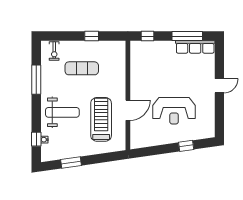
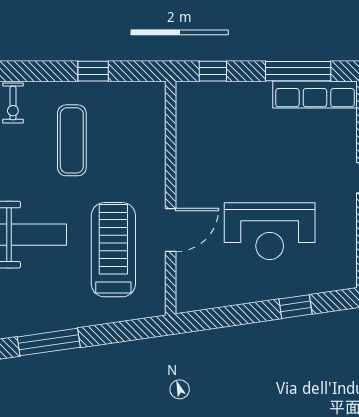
exercise mat: (82, 68) -> (72, 140), turned 90
window: (71, 162) -> (49, 342), width x1.44

